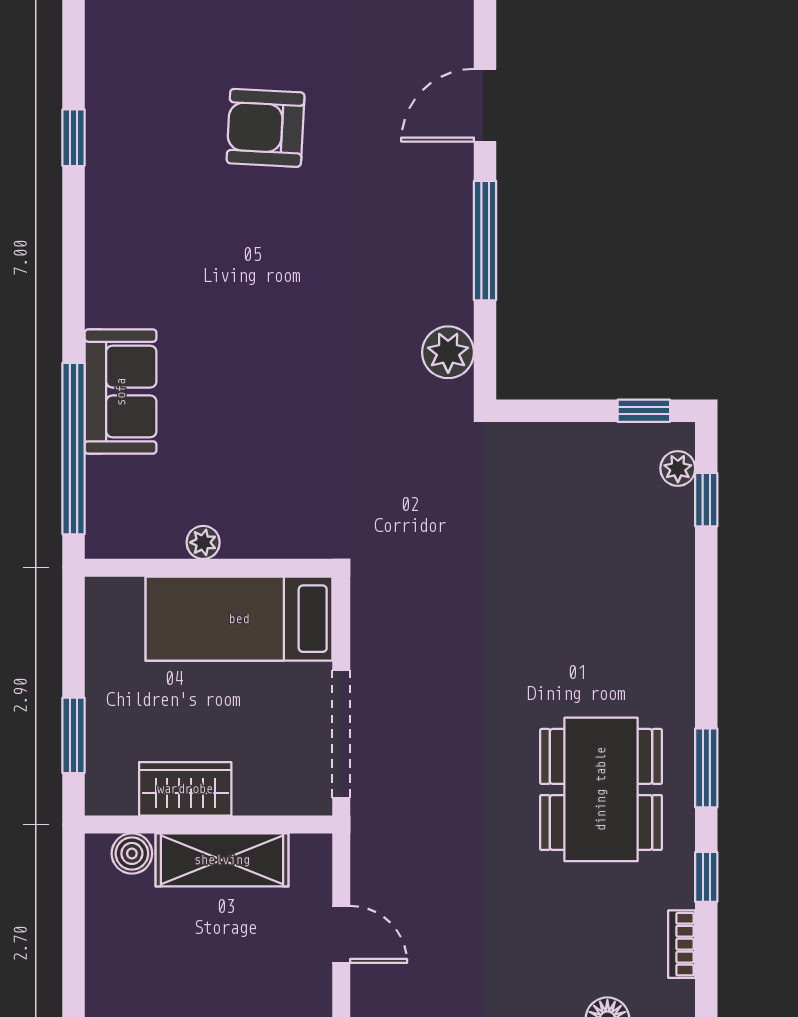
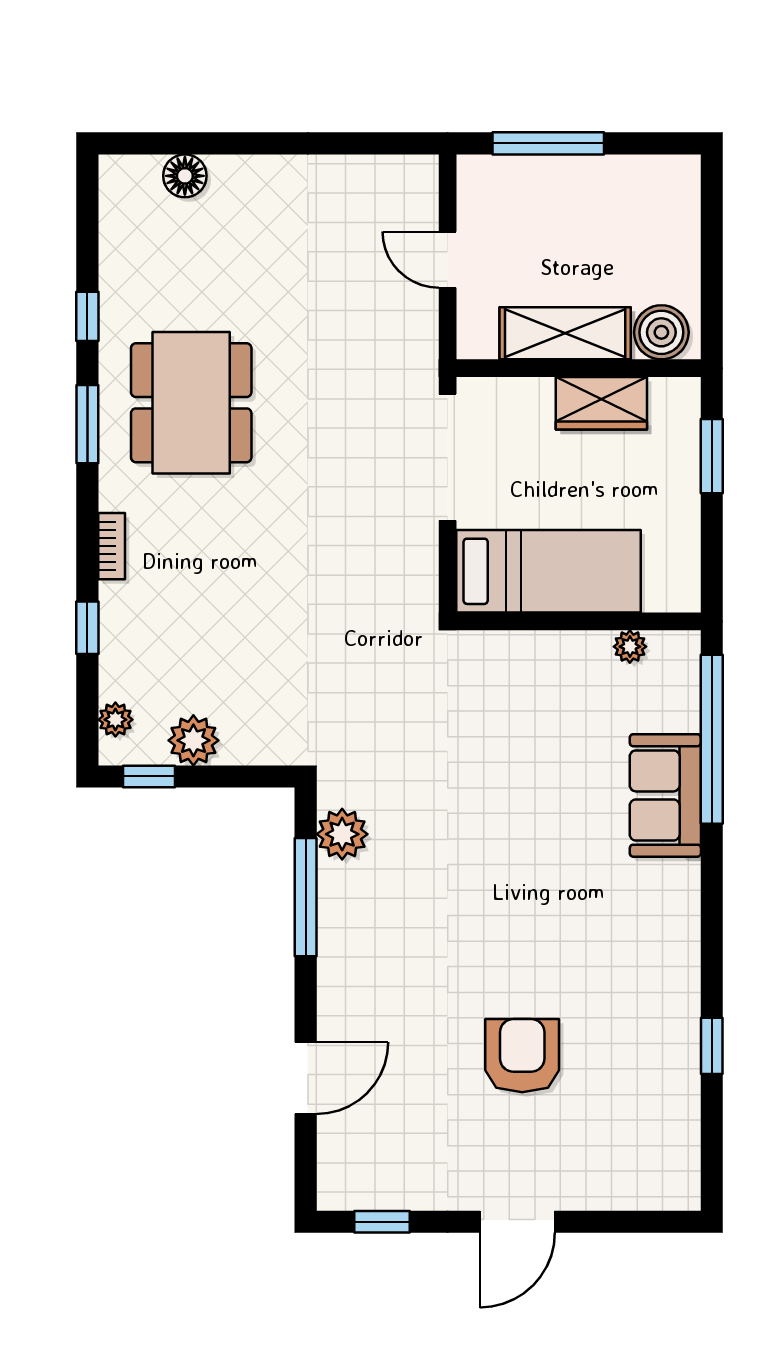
armchair: (266, 128) -> (522, 1056), turned -93
window: (485, 241) -> (306, 897), moved
plant: (599, 447) -> (193, 740), added
window: (706, 500) -> (87, 628), moved
plant: (203, 542) -> (630, 647), moved
boiler: (132, 853) -> (661, 332), width x1.36, depth x1.36
bookcase: (682, 944) -> (112, 546), moved

